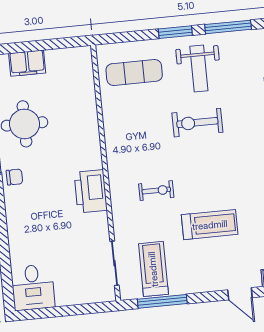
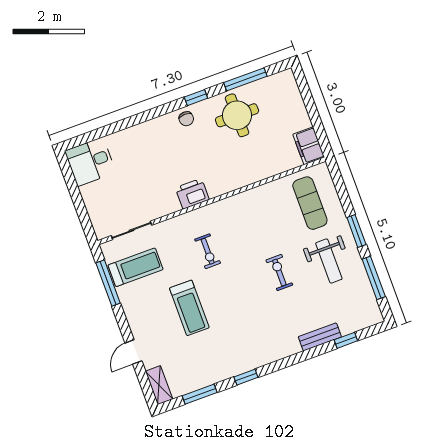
filing cabinet: (27, 63) -> (309, 146), moved
weight bench: (199, 69) -> (329, 261), turned -90
exercise bike: (197, 123) -> (279, 272), width x0.73, depth x0.72
printer: (91, 191) -> (192, 194), width x0.73, depth x0.84

